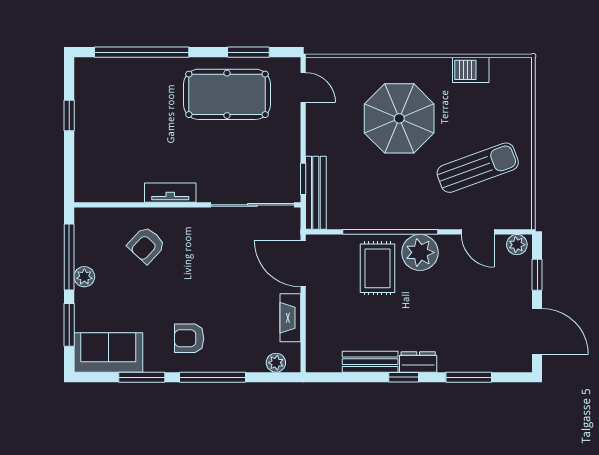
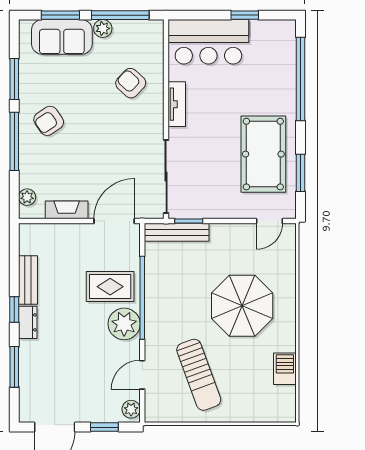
bar counter: (99, 157) -> (208, 42), added
armchair: (189, 338) -> (49, 121), turned -124
sofa: (108, 352) -> (62, 37), moved, turned 90

